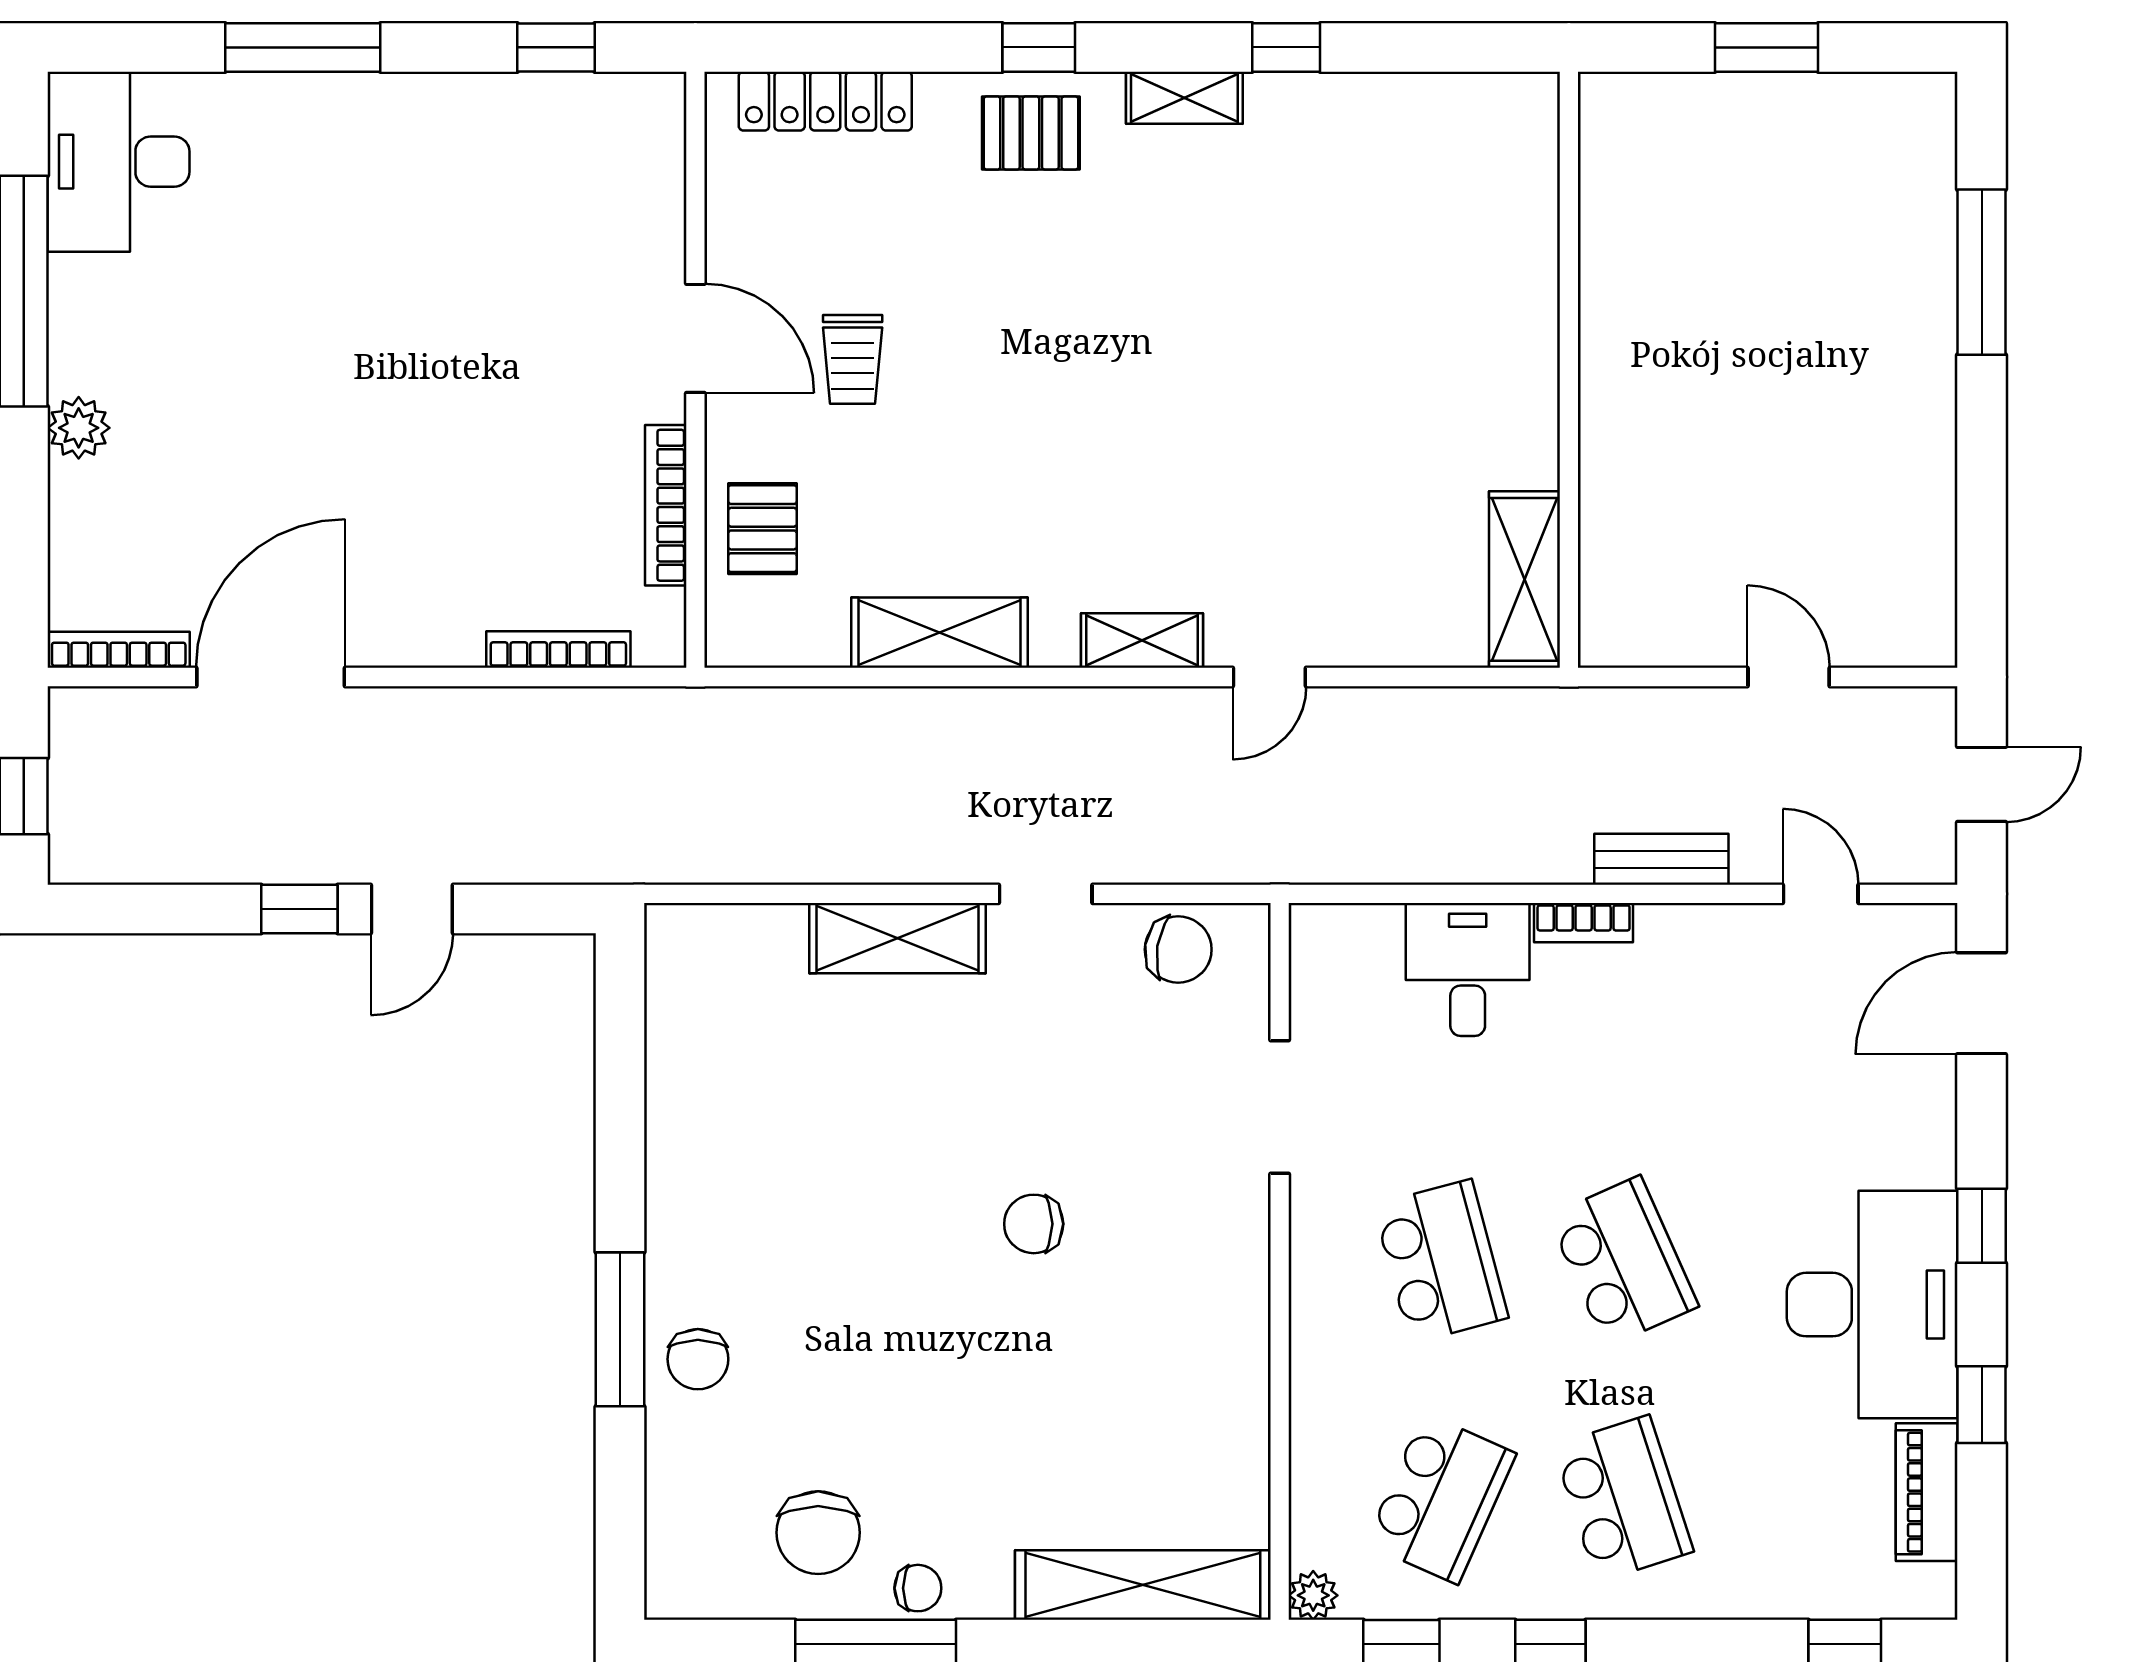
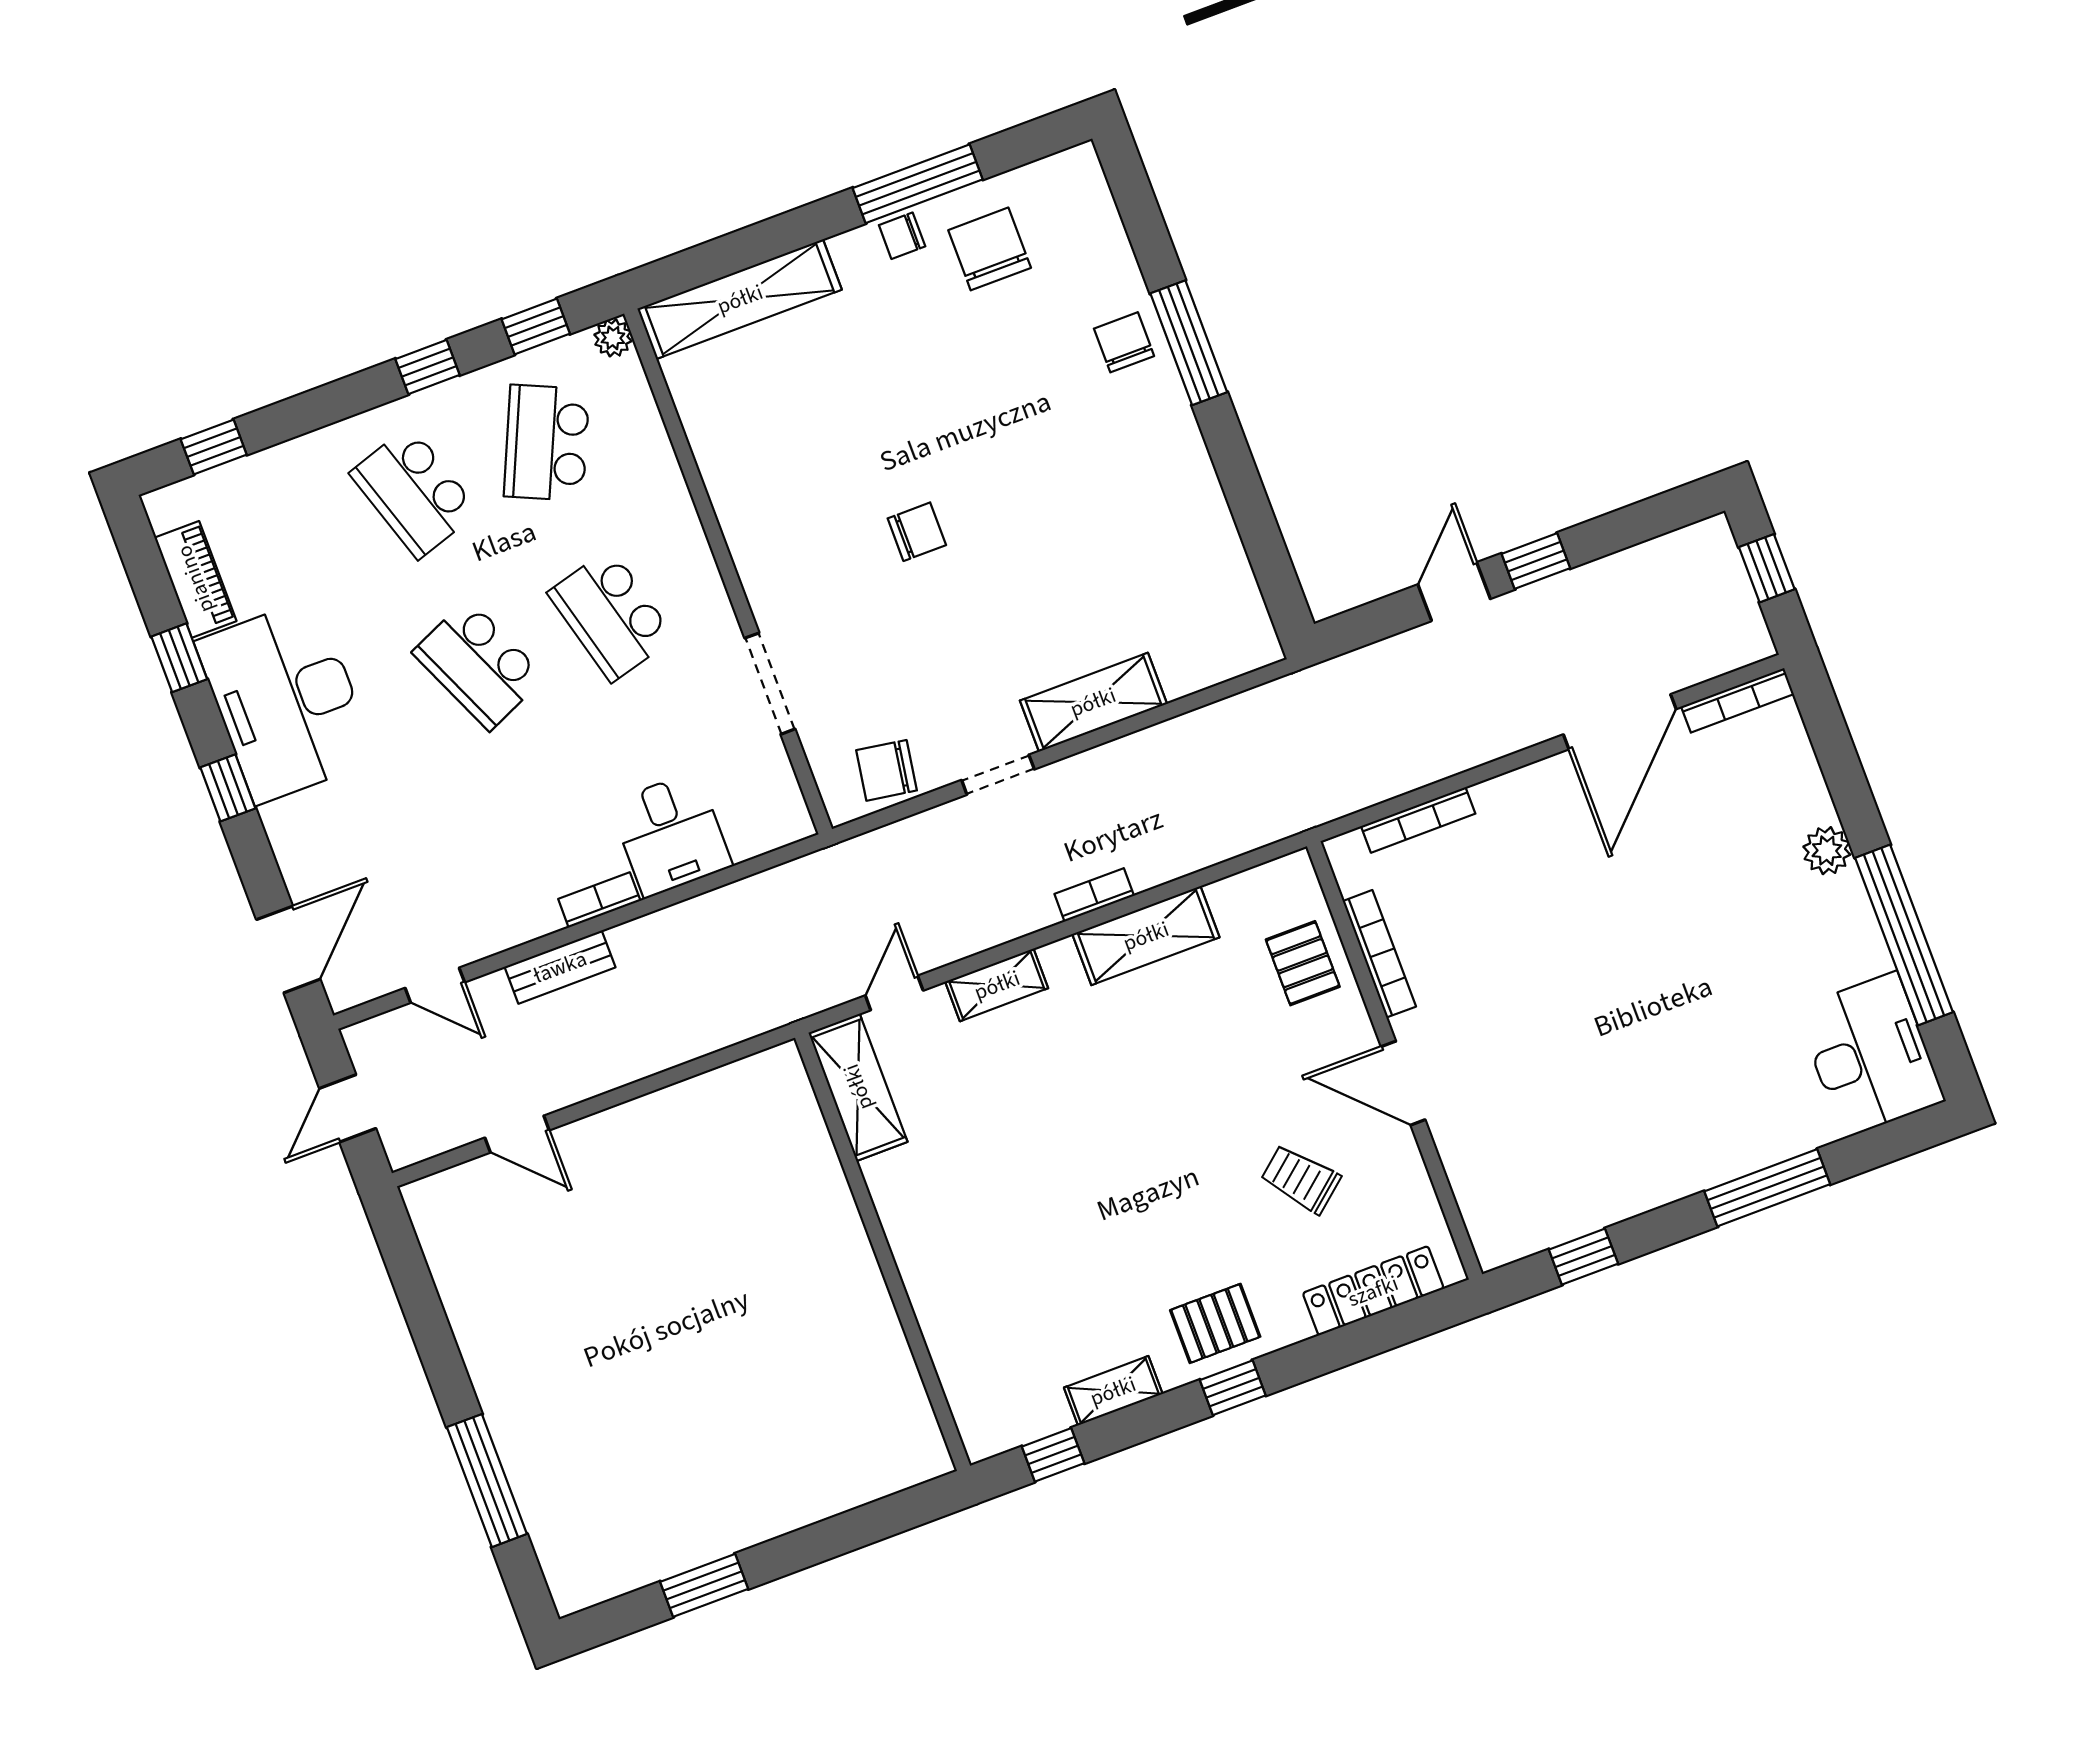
trolley: (853, 359) -> (1301, 1179), moved, turned -40
wall: (1569, 370) -> (883, 1252), moved
shelving: (1525, 579) -> (858, 1087), moved
bookcase: (983, 705) -> (1094, 895), added

